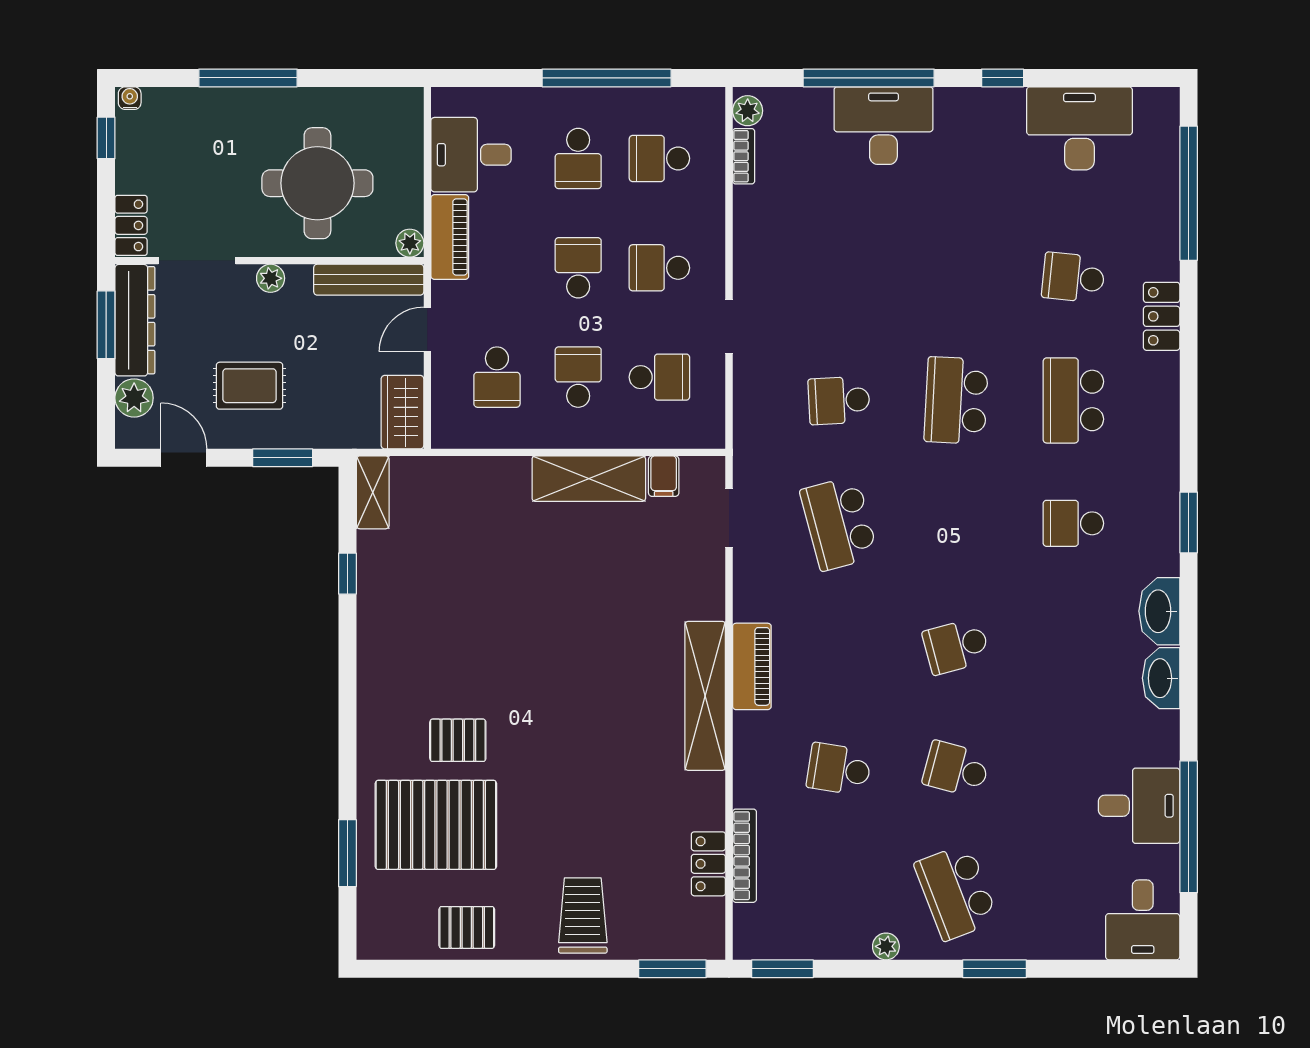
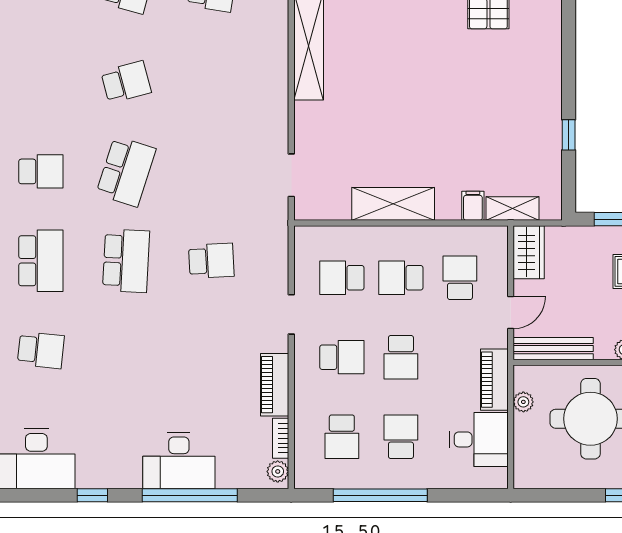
school desk: (659, 158) -> (342, 437), turned 90
plant: (410, 243) -> (523, 402), moved
school desk: (578, 377) -> (401, 278), turned 90
filing cabinet: (664, 476) -> (473, 206), moved
shelving: (373, 492) -> (512, 209), moved, turned 90
school desk: (839, 523) -> (126, 171), moved, turned 33
piano: (752, 666) -> (275, 385), moved

